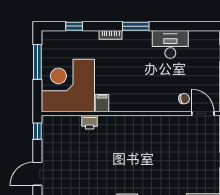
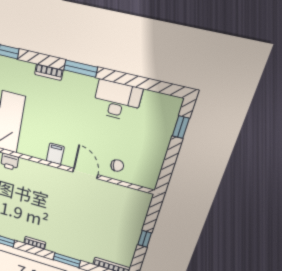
filing cabinet: (102, 103) -> (55, 154), moved
door: (203, 114) -> (85, 173), moved

